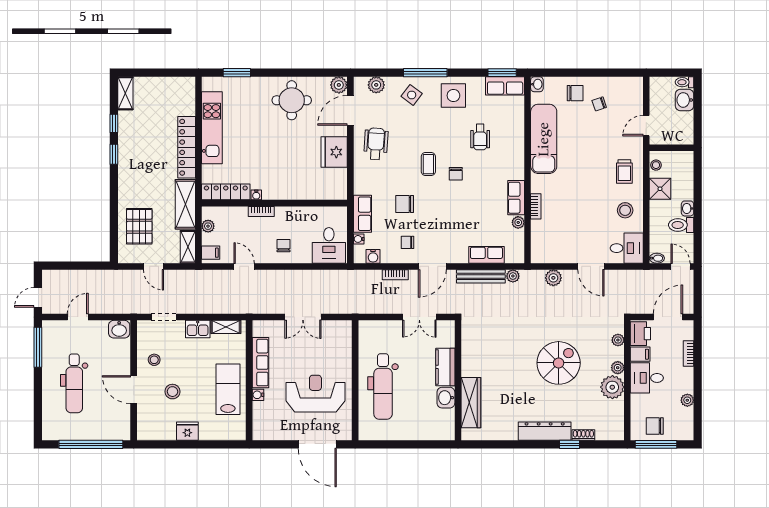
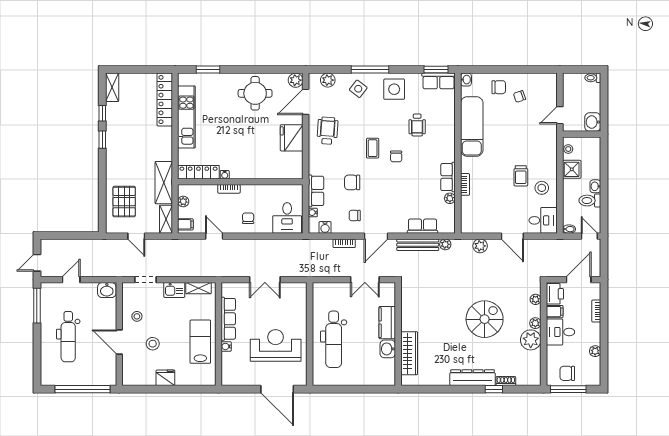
washbasin: (684, 100) -> (593, 122), moved
locker: (187, 147) -> (165, 100), moved
trolley: (624, 172) -> (521, 176), moved

